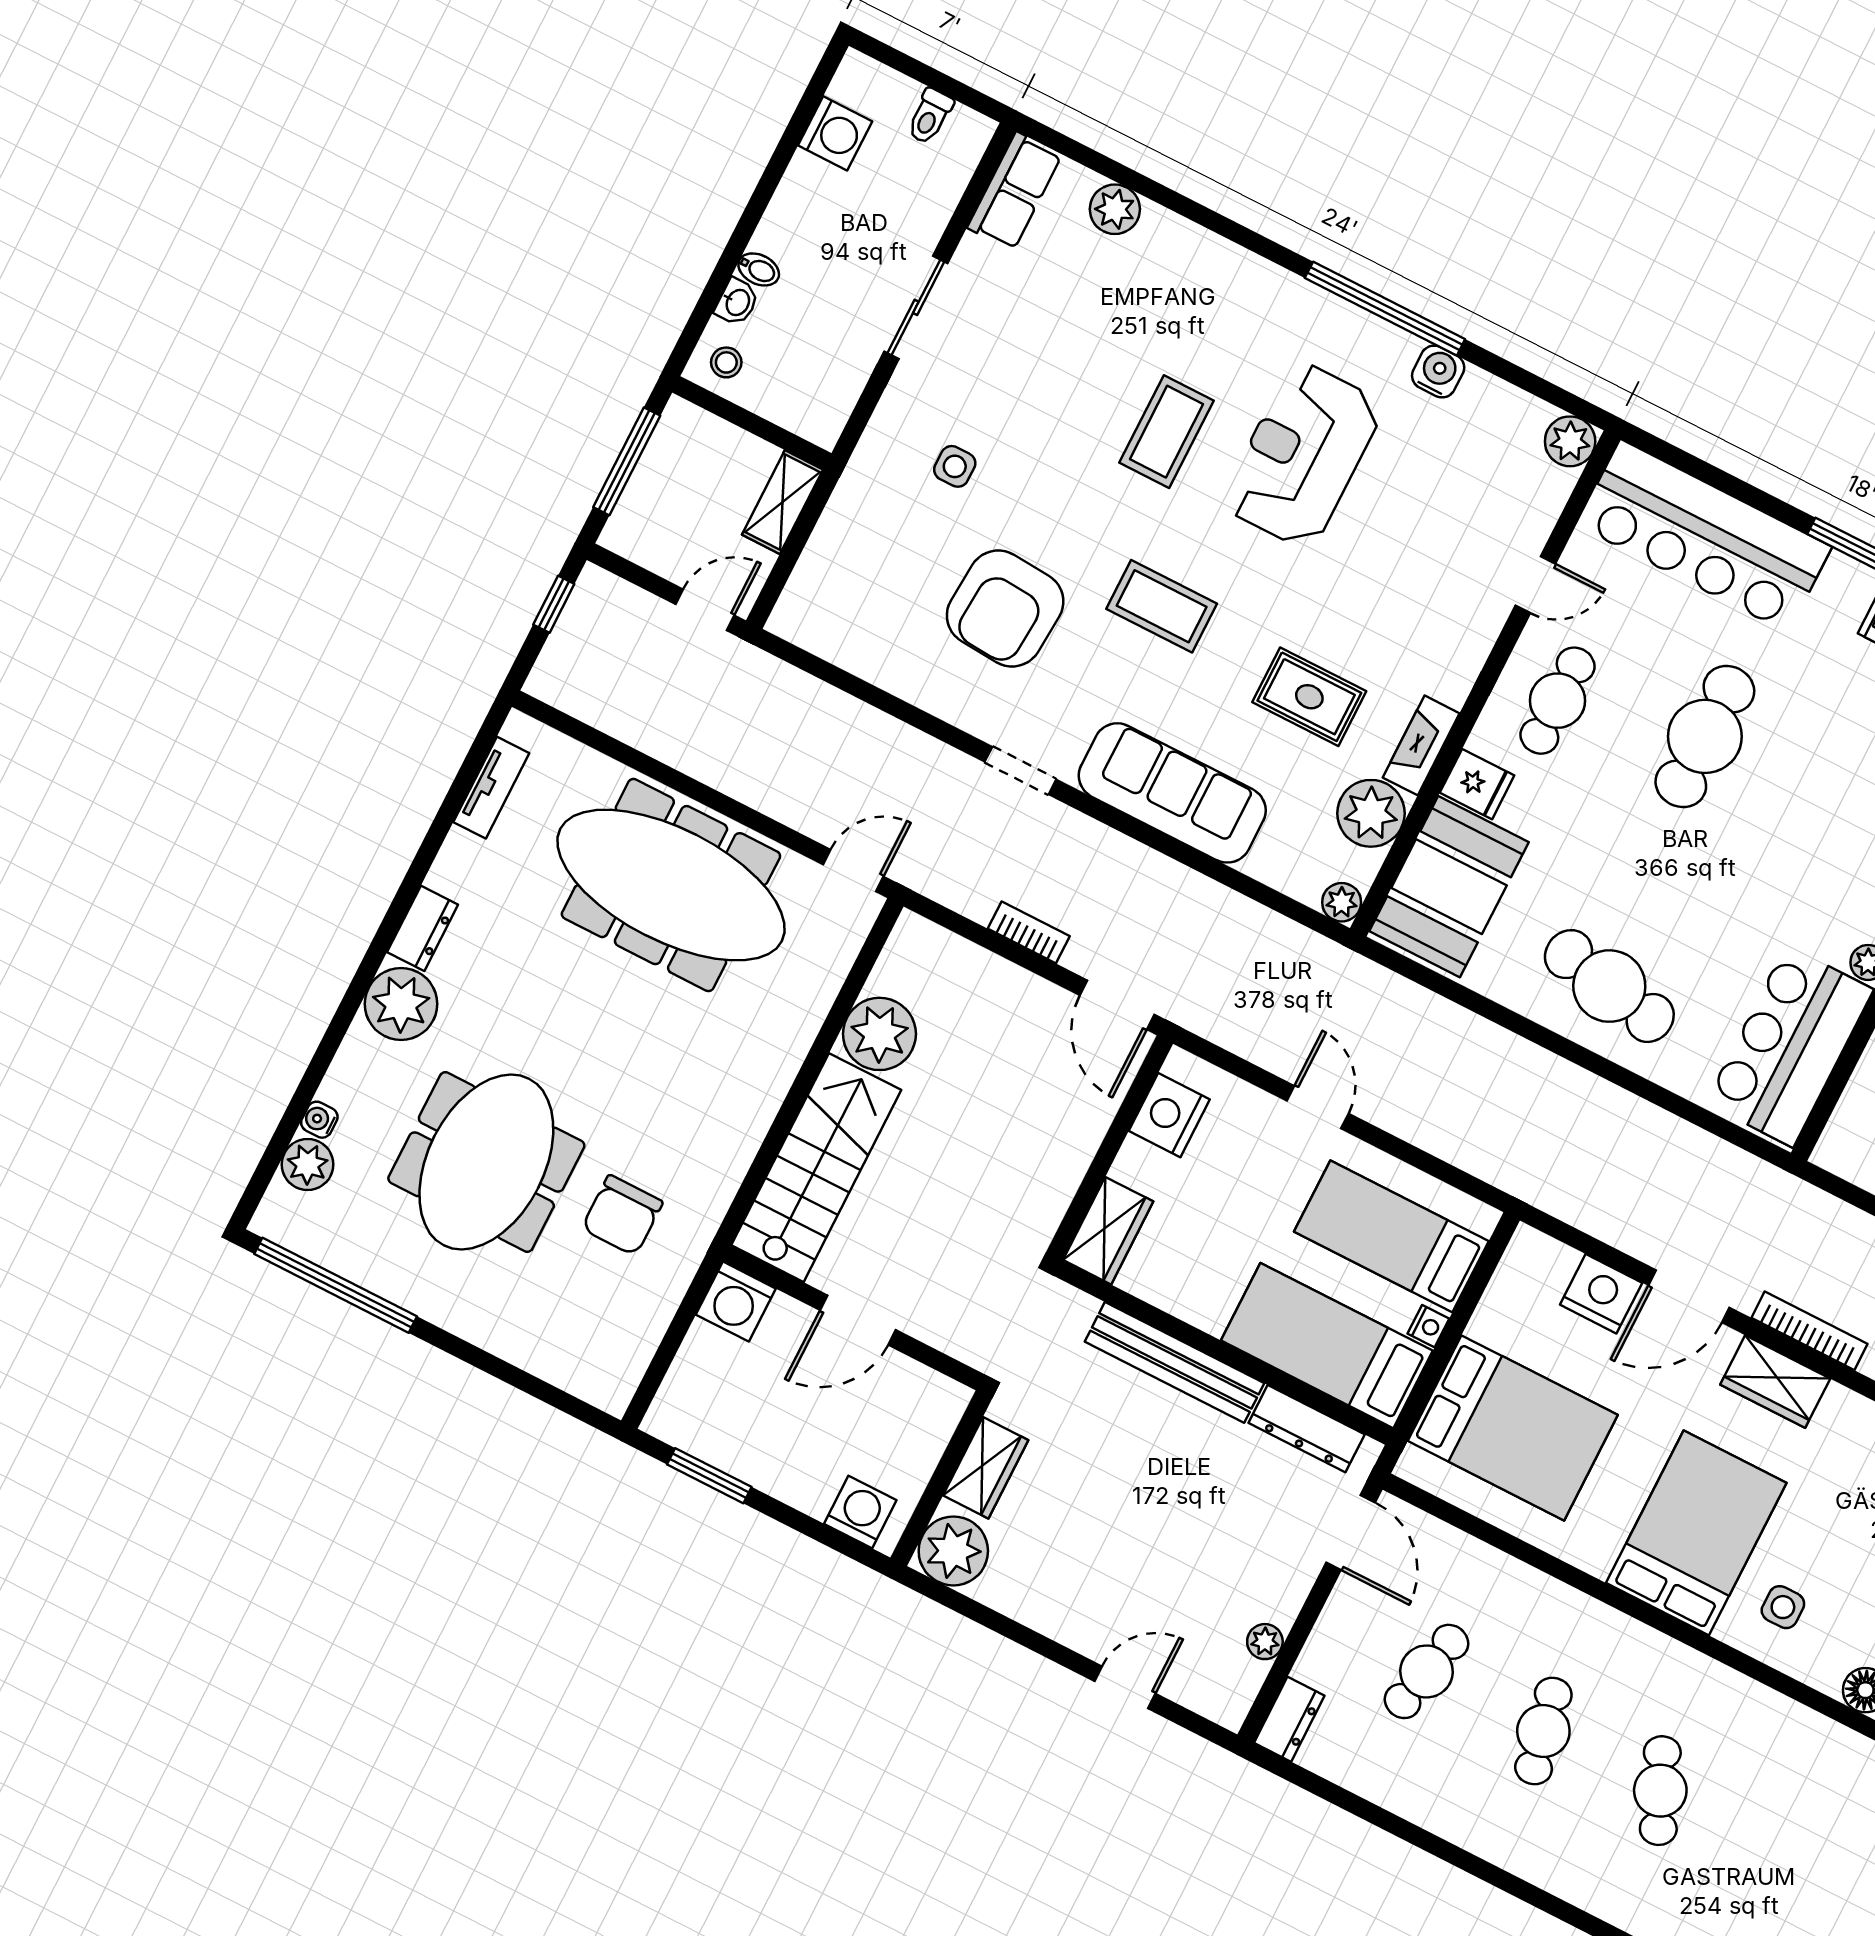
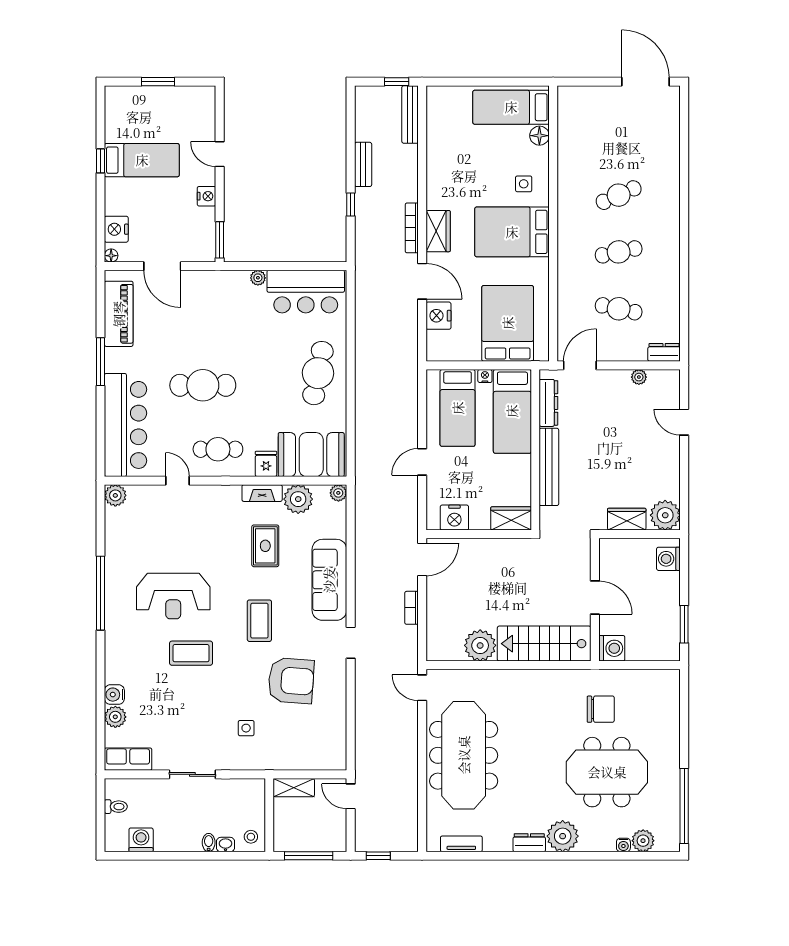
water cooler: (1438, 372) -> (114, 695), moved

